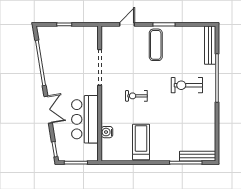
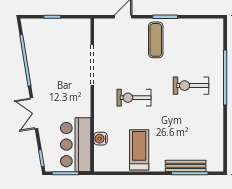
bench: (210, 45) -> (217, 40), removed
exercise bike: (136, 96) -> (134, 98), width x1.38, depth x1.39
double door: (48, 110) -> (34, 113), swing flipped
bar counter: (85, 119) -> (76, 145), moved
bench: (198, 156) -> (186, 166), moved

